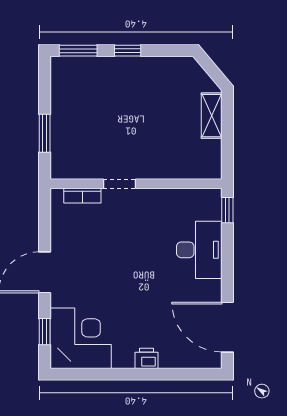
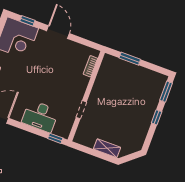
doorway: (120, 184) -> (81, 110), moved

